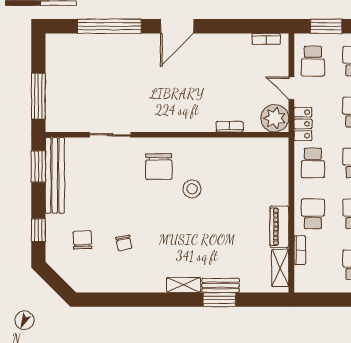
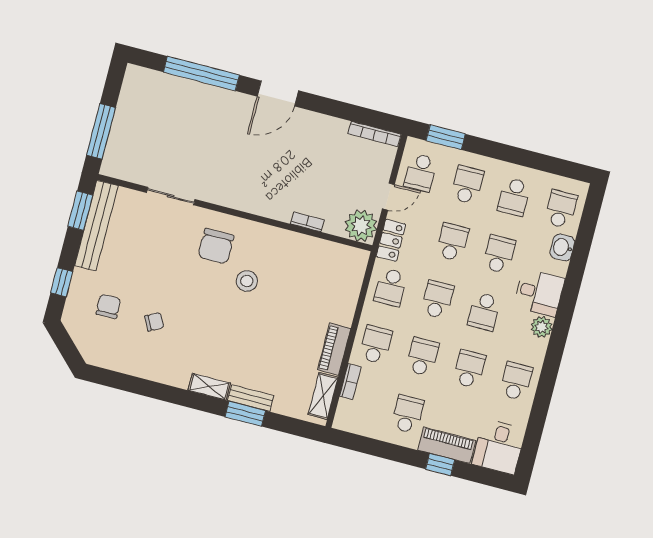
bookcase: (266, 39) -> (374, 134), width x1.56
door: (291, 88) -> (388, 197), swing flipped
chair: (124, 243) -> (154, 322), turned -106

